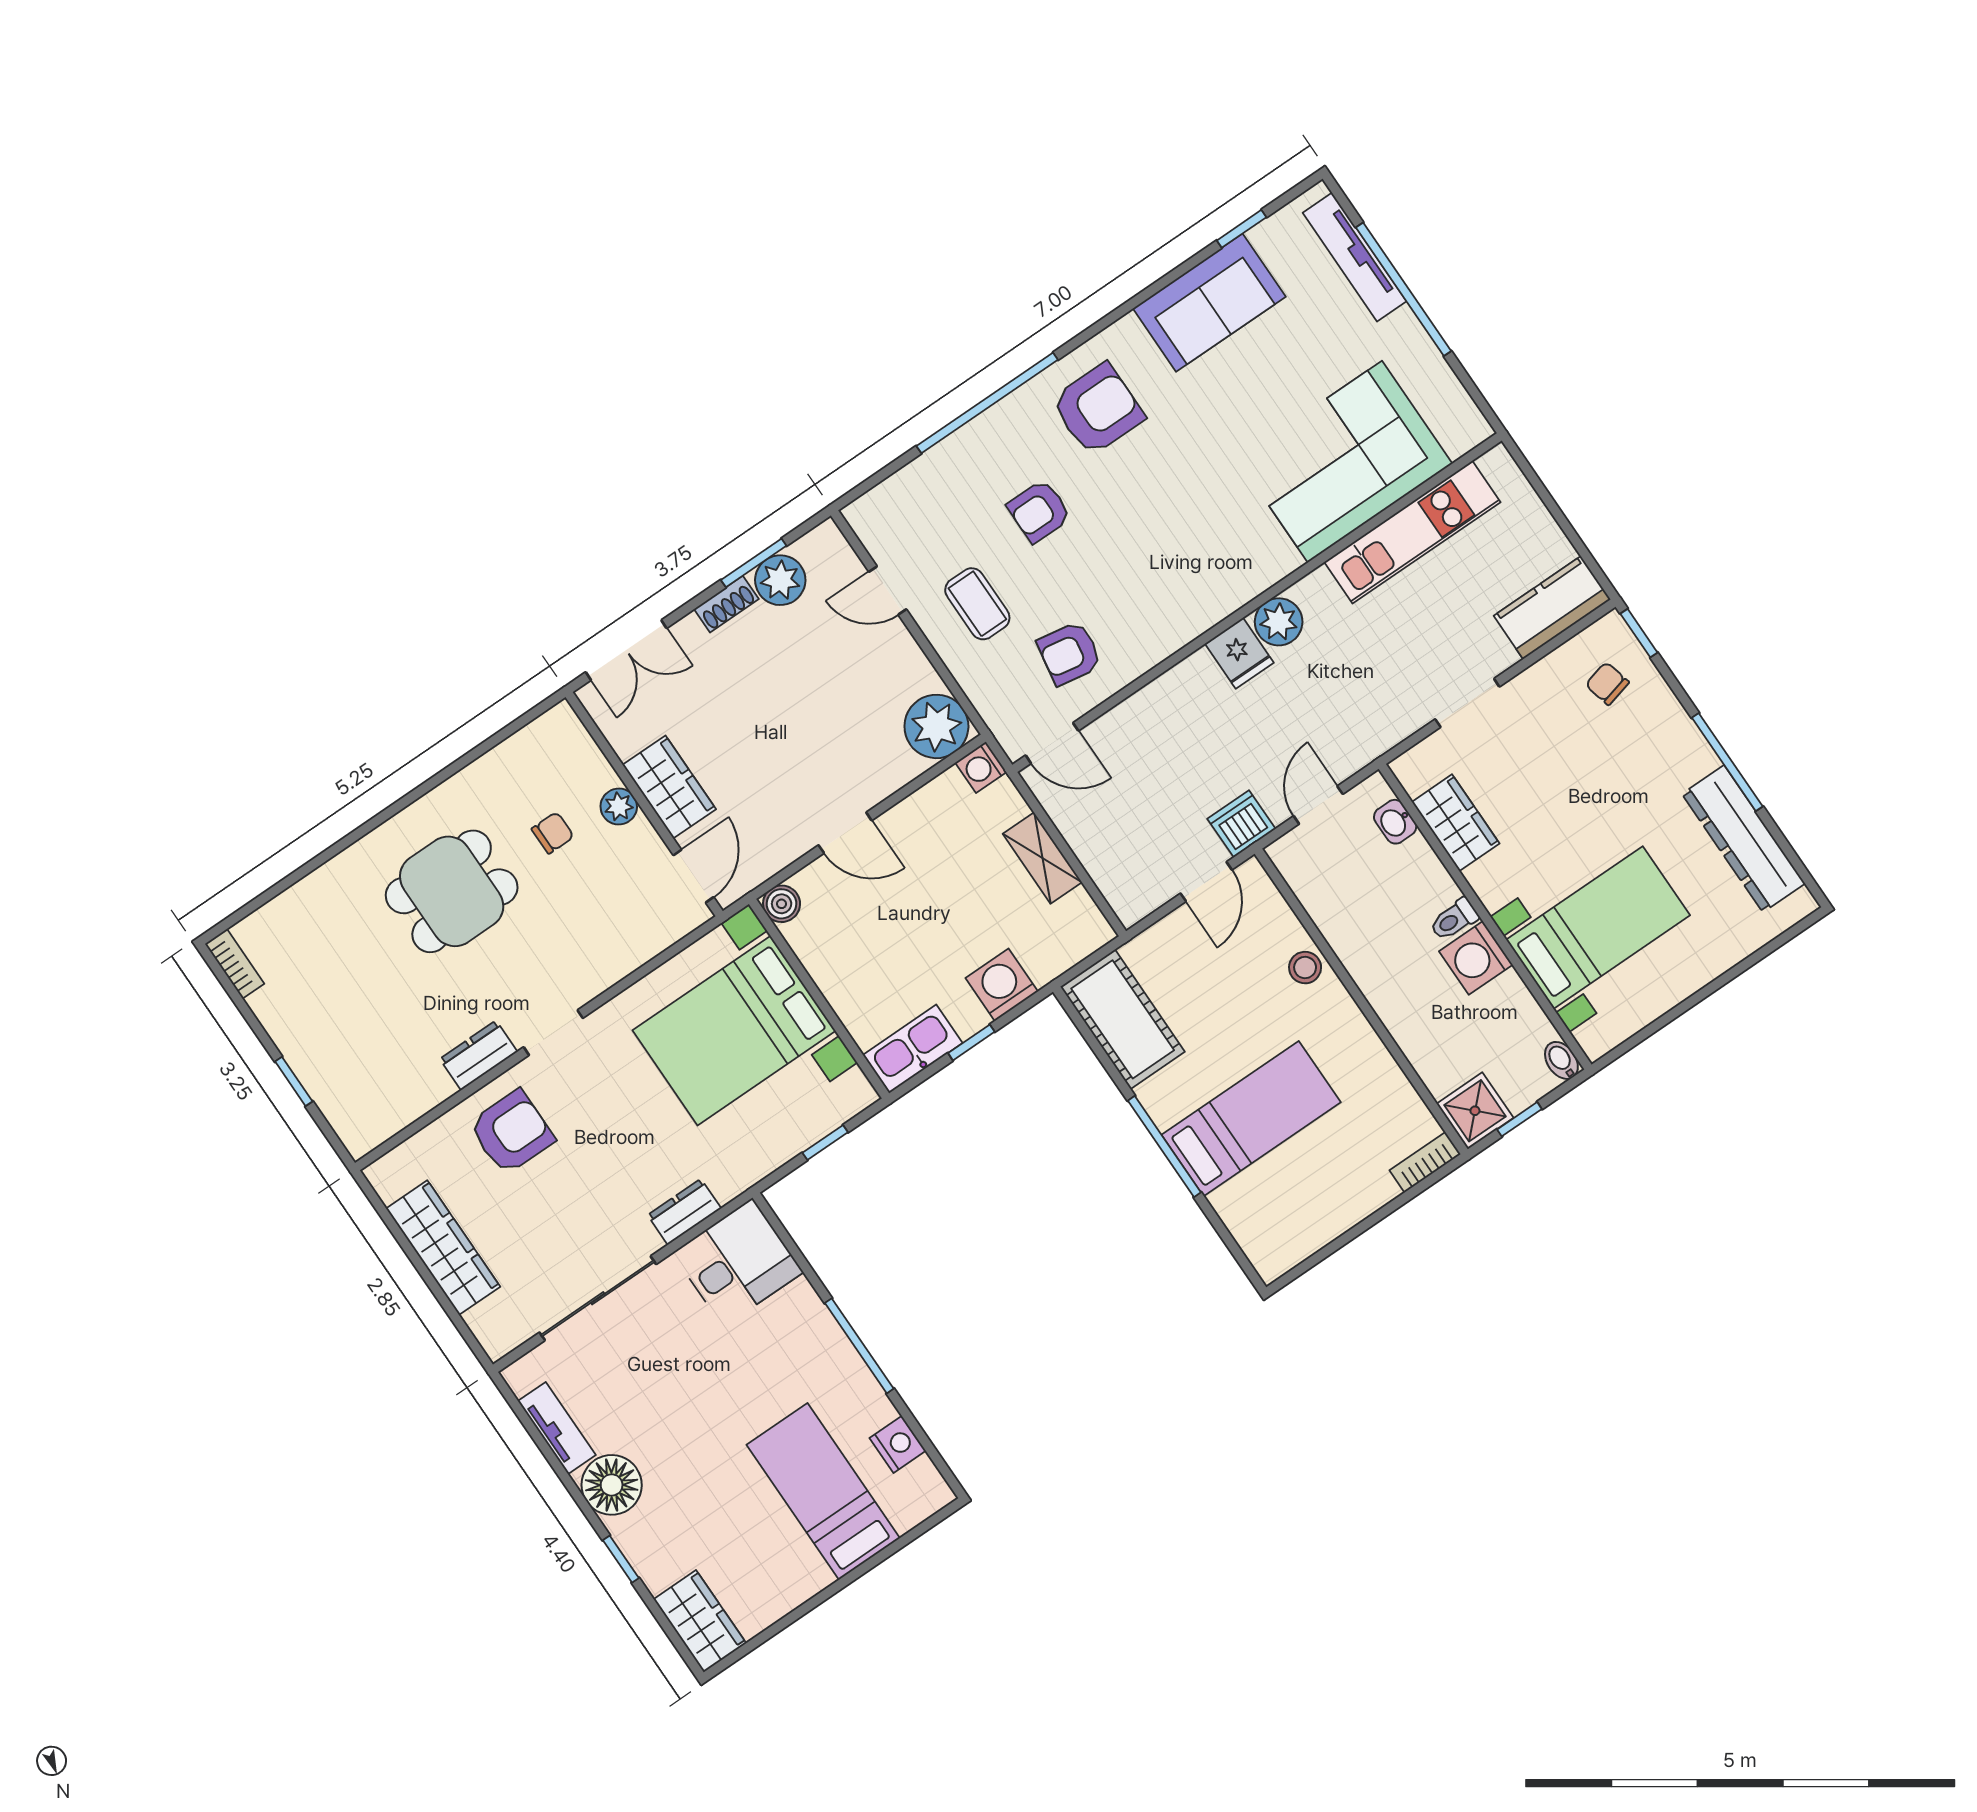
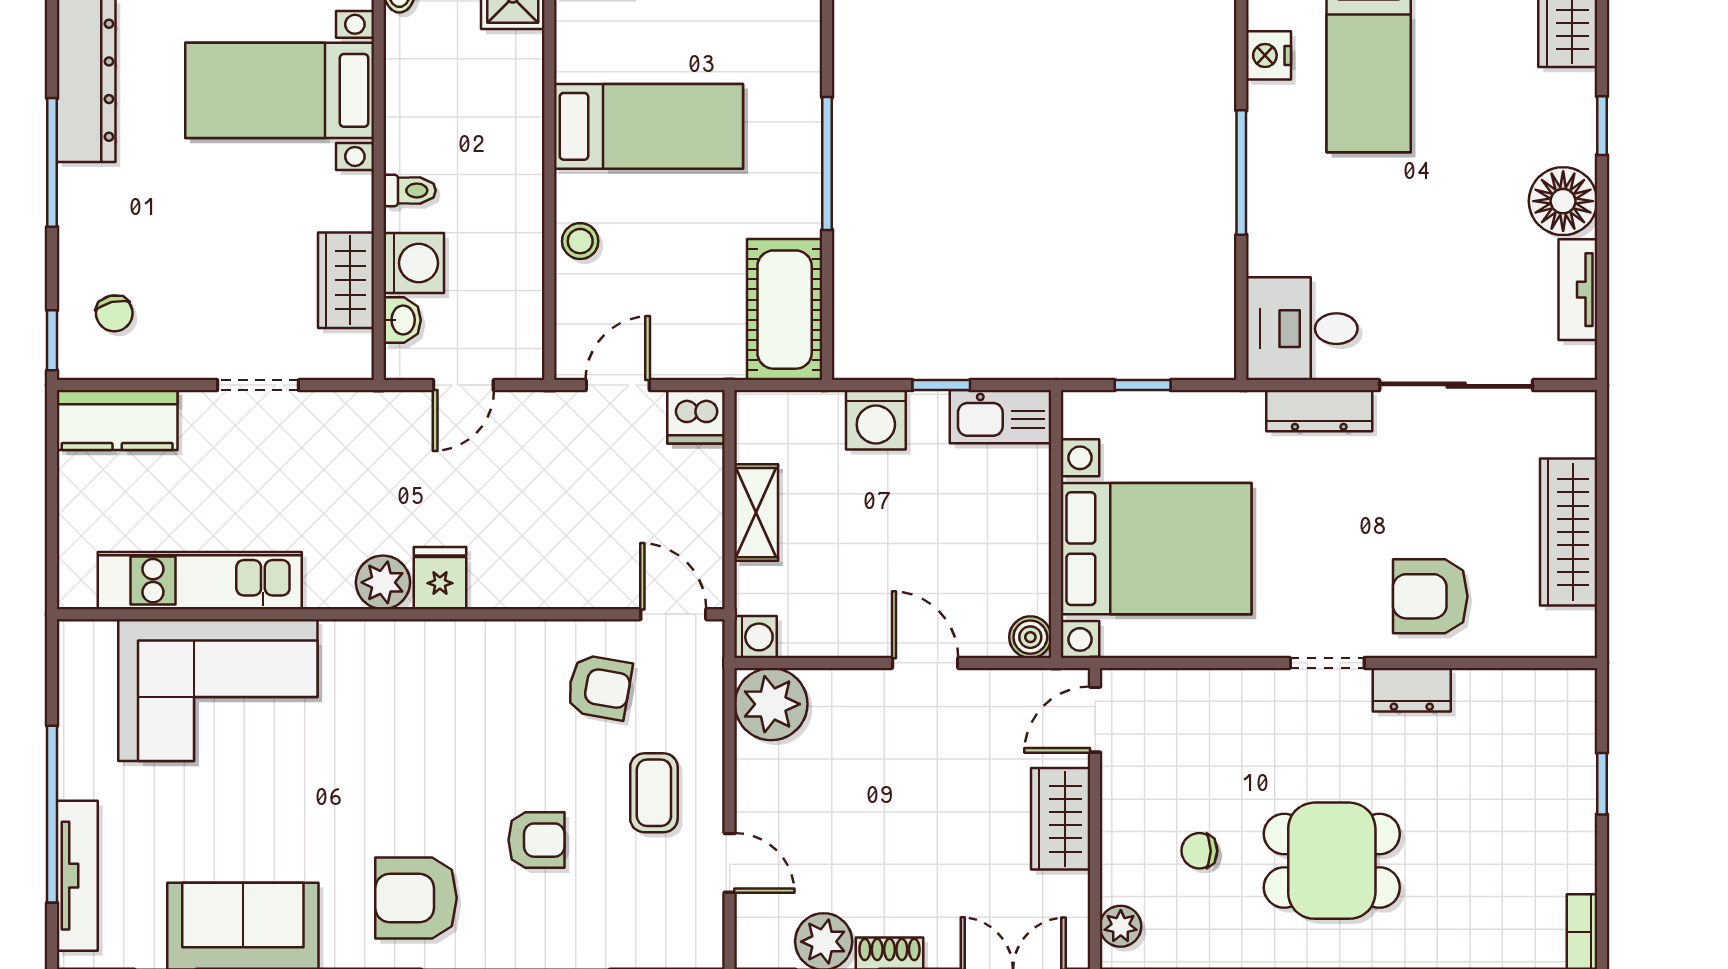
plant: (619, 807) -> (1121, 926), moved
dishwasher: (1241, 824) -> (696, 417), moved
washing machine: (1476, 958) -> (414, 263), moved
bed: (1251, 1119) -> (649, 126), moved, turned 180
dresser: (684, 1212) -> (1319, 411), width x1.44

